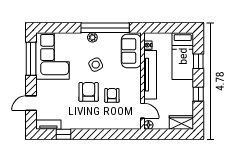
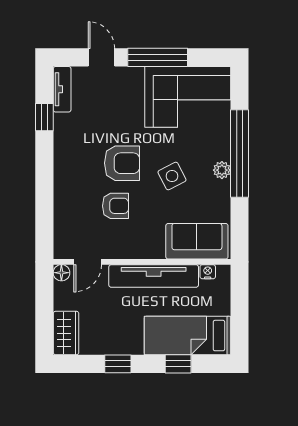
window: (105, 28) -> (240, 154), moved
window: (31, 59) -> (158, 57), moved

